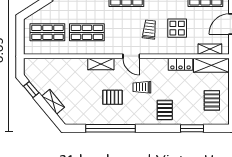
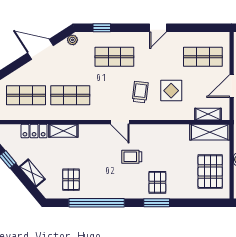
shelving: (101, 64) -> (63, 131), moved
locker: (181, 64) -> (34, 131), moved
pallet: (113, 97) -> (71, 180), moved, turned 90
pallet: (212, 100) -> (210, 172), width x1.50, depth x1.42
window: (192, 128) -> (157, 203), moved

